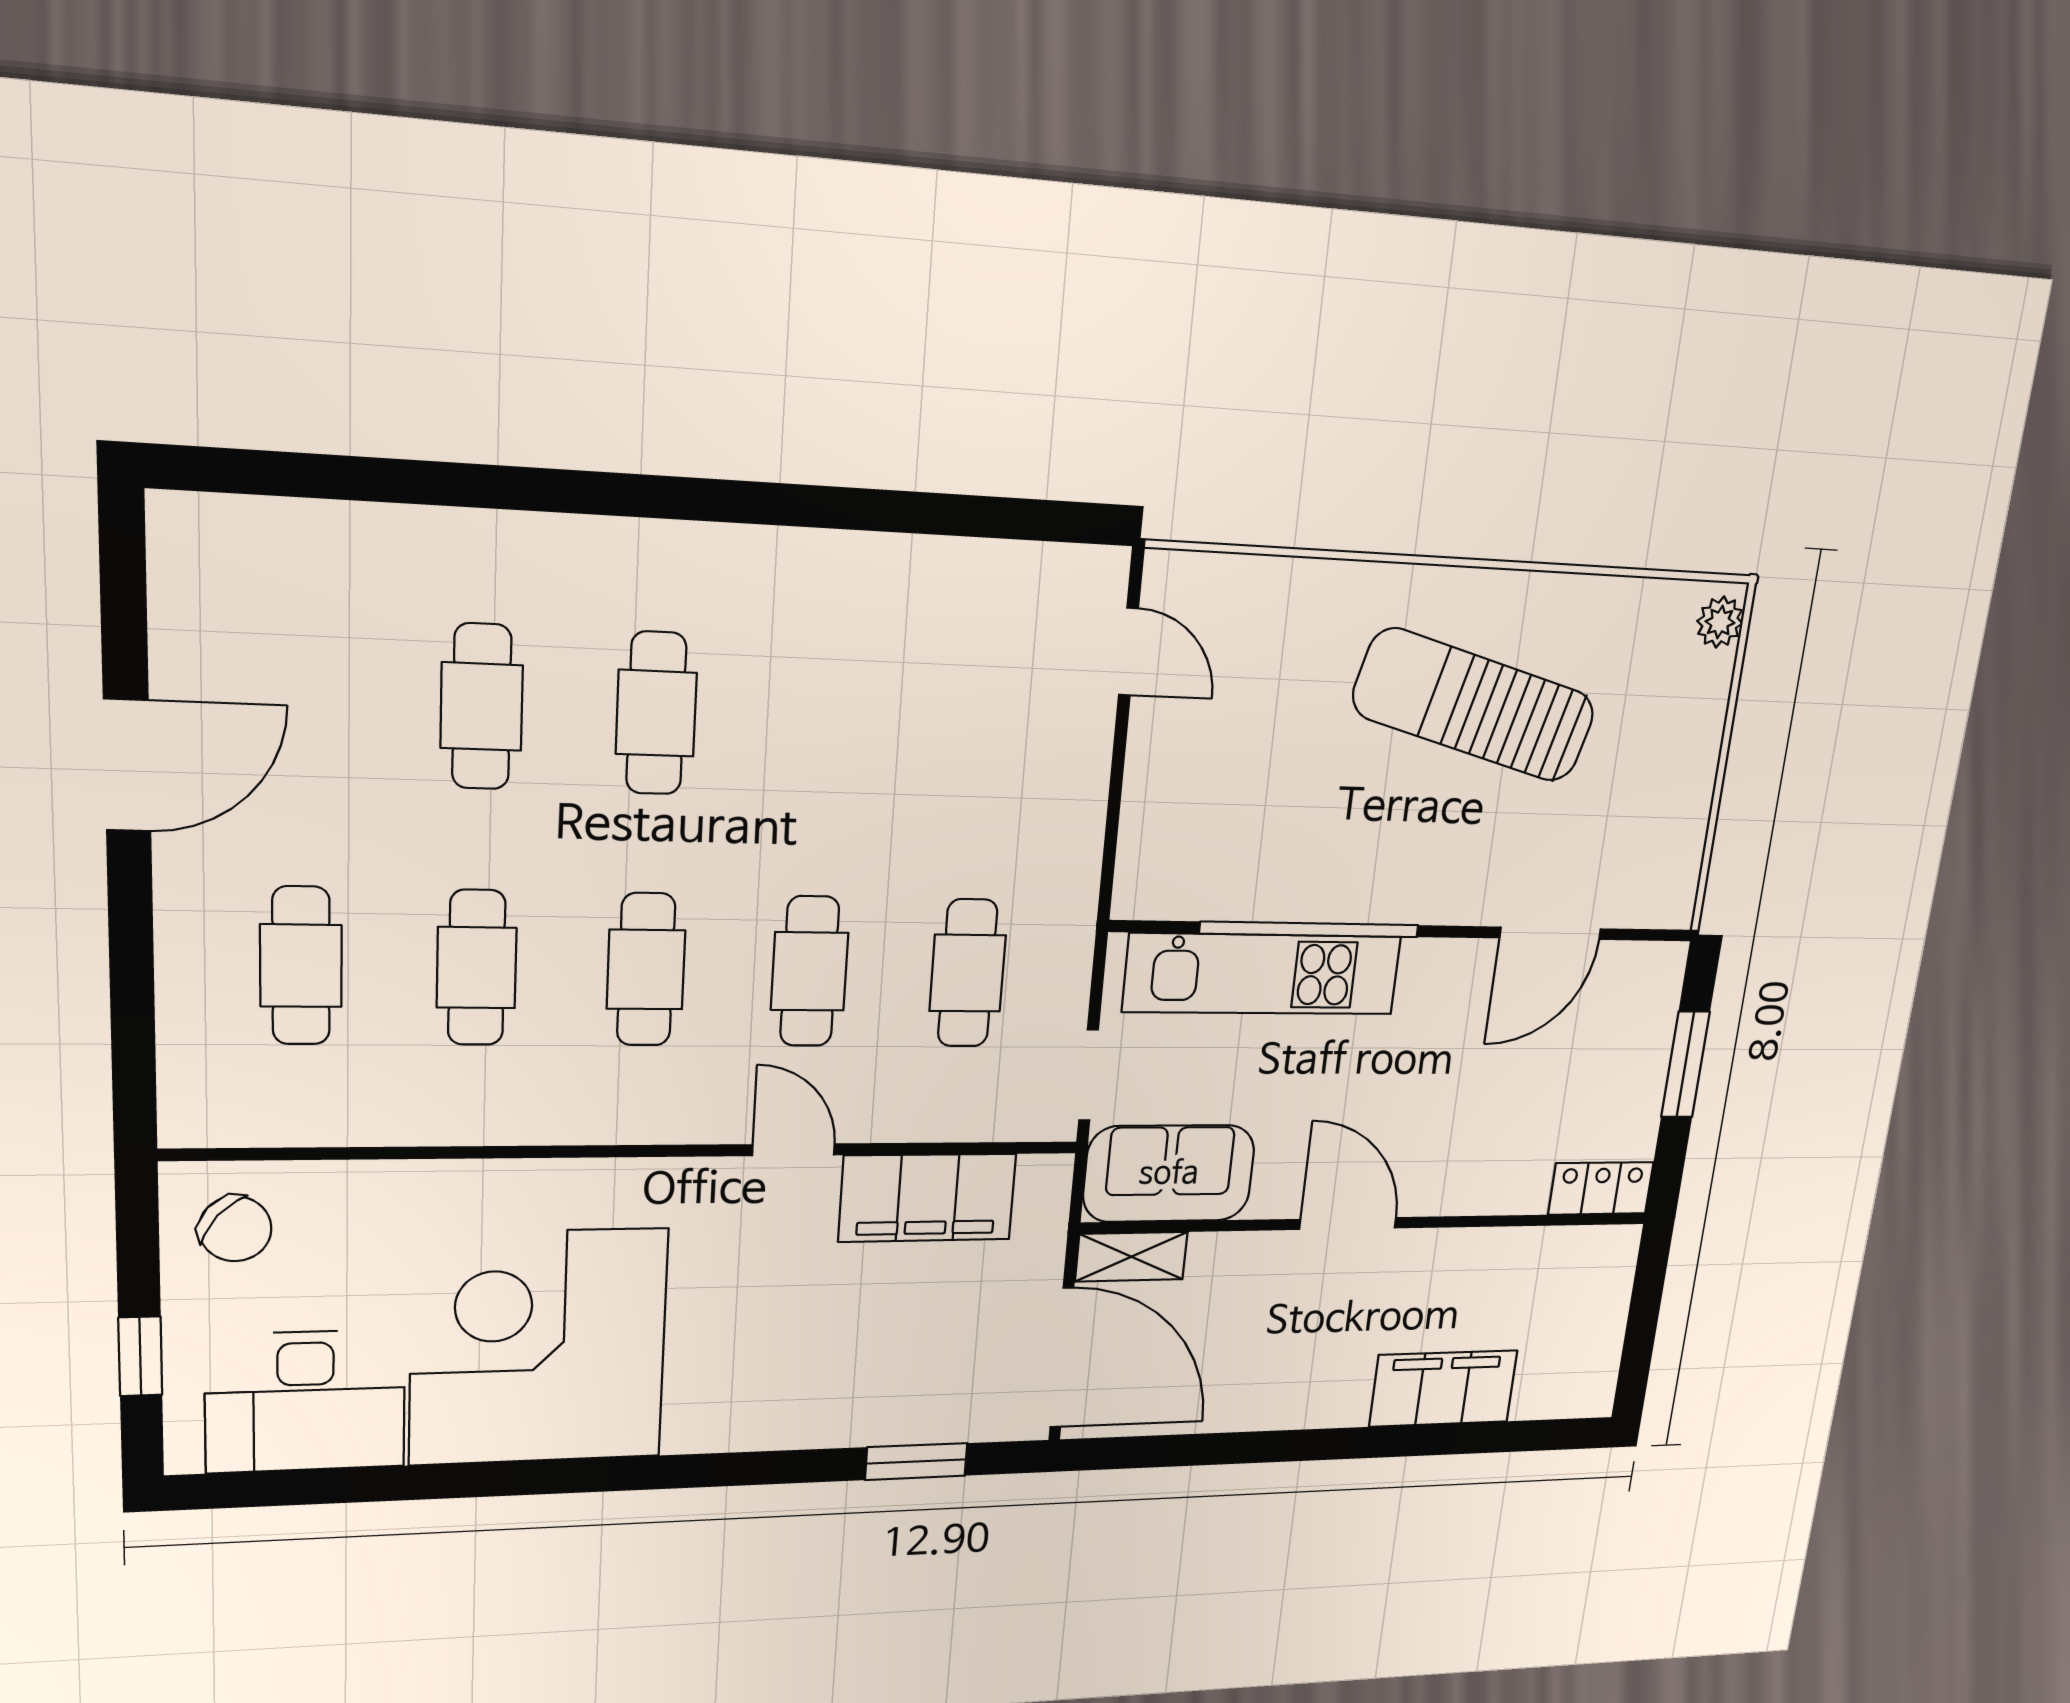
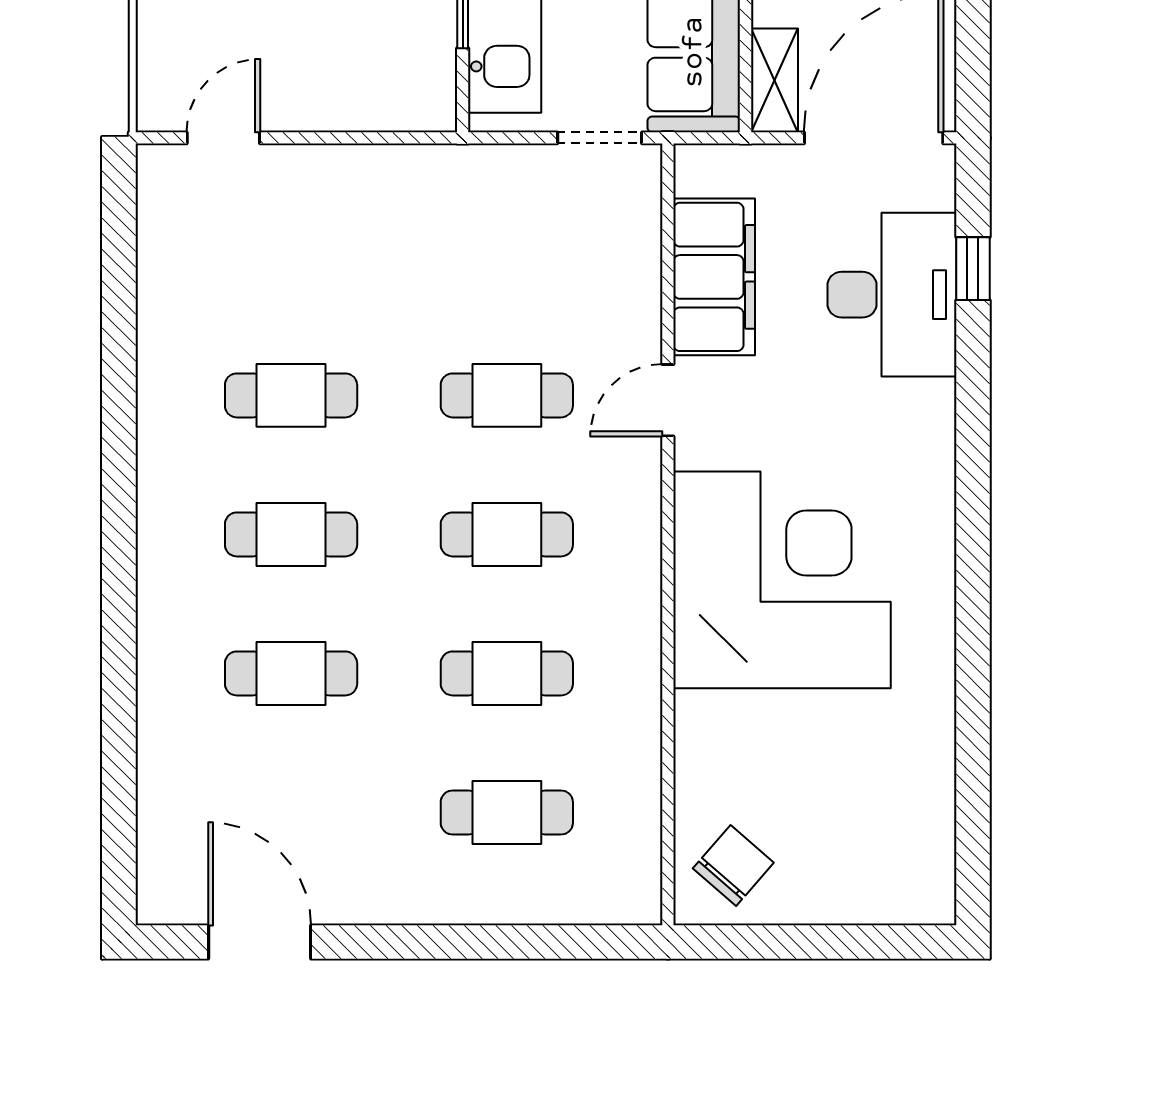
door: (127, 765) -> (260, 942), moved
cafe table: (968, 973) -> (291, 395), moved
corner desk: (539, 1347) -> (782, 580), moved, turned 180
window: (140, 1356) -> (846, 942), removed
desk: (306, 1401) -> (892, 295), moved
window: (916, 1461) -> (973, 269), width x0.67

